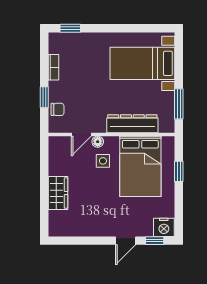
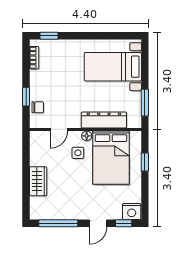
bookcase: (53, 67) -> (34, 58), moved
floor lamp: (98, 142) -> (87, 136), moved
window: (81, 241) -> (58, 223), added

